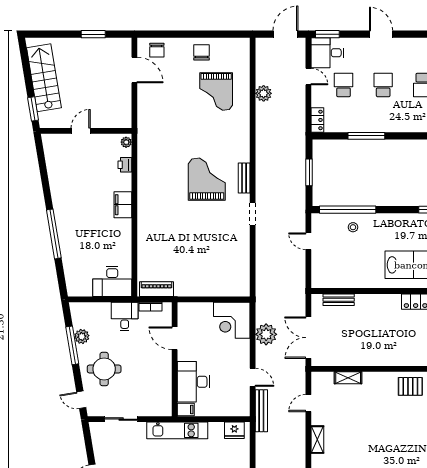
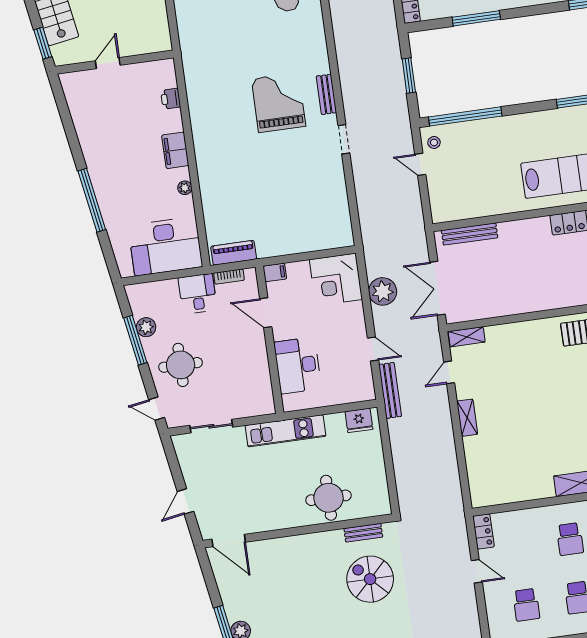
plant: (126, 142) -> (185, 188), moved
stool: (353, 227) -> (434, 142), moved
desk: (112, 281) -> (165, 246), width x1.36, depth x1.30
bench: (339, 300) -> (470, 234), width x1.36
shelving: (348, 378) -> (467, 337), moved
filing cabinet: (186, 410) -> (275, 272), moved

